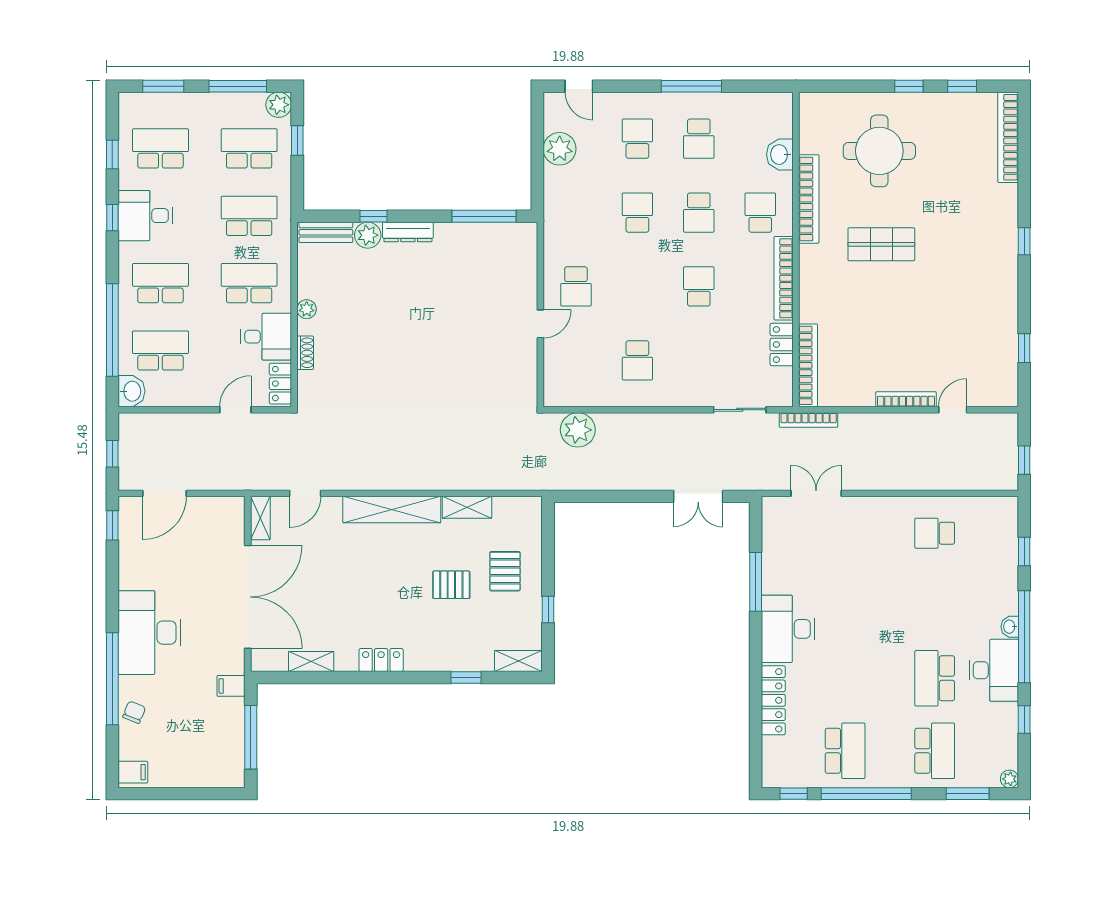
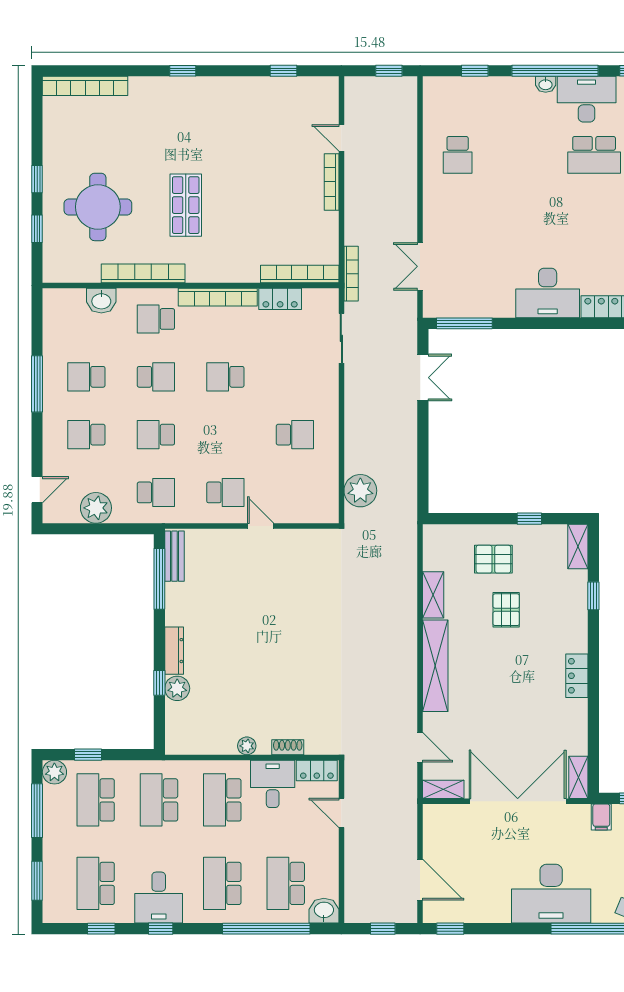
window: (962, 86) -> (37, 229), moved
school desk: (699, 139) -> (86, 377), turned 180
school desk: (576, 213) -> (156, 492), added
bench: (326, 232) -> (174, 556), moved
window: (756, 582) -> (464, 323), moved
shelving: (311, 662) -> (578, 777), moved

